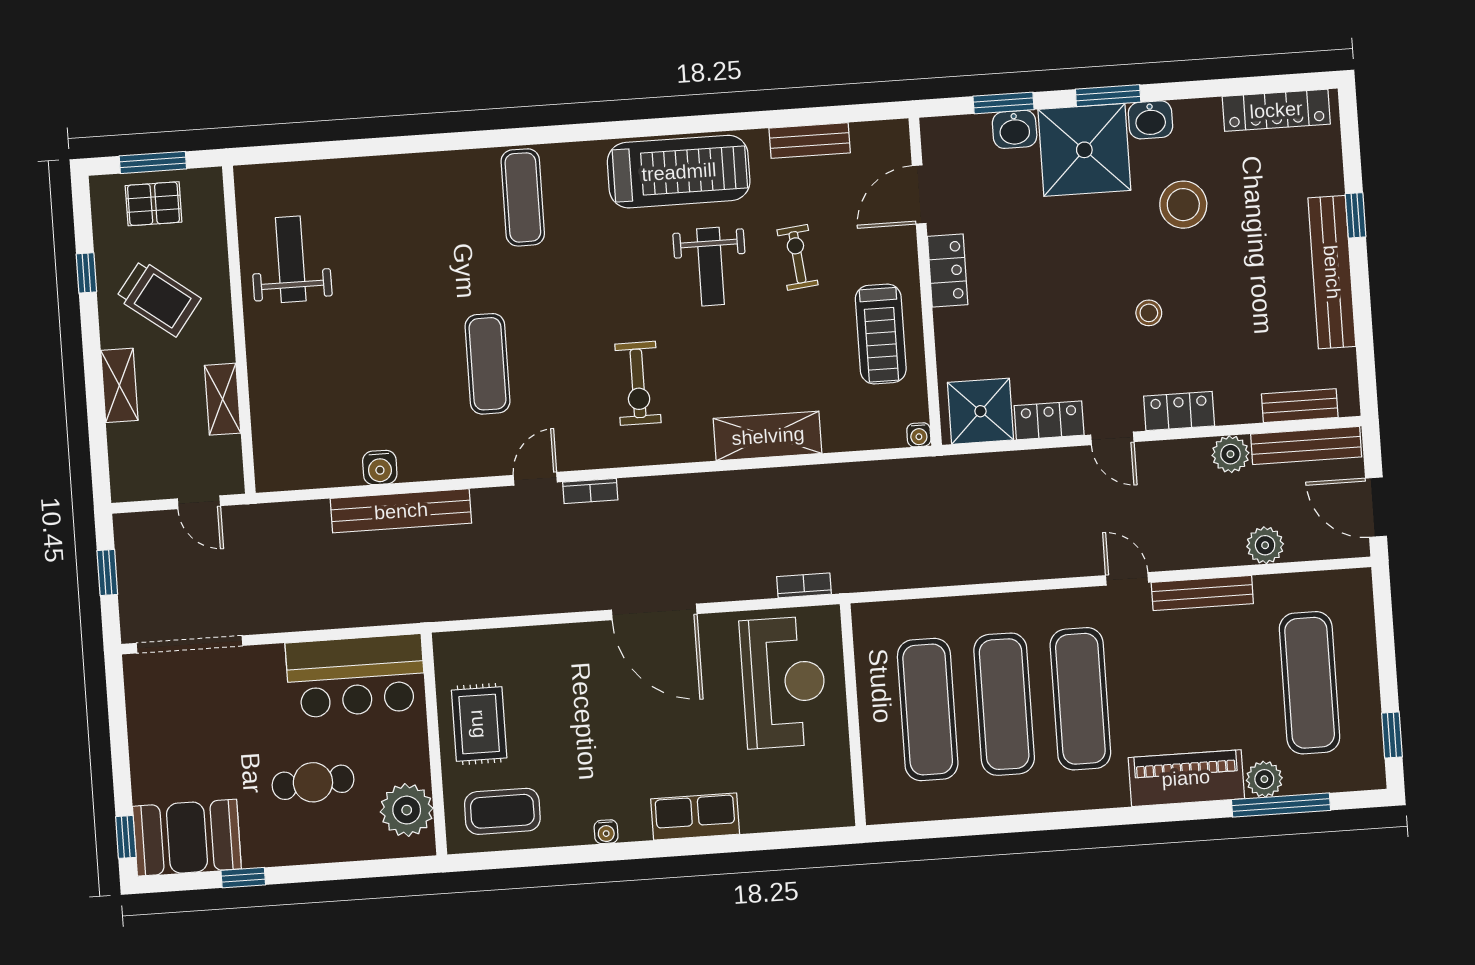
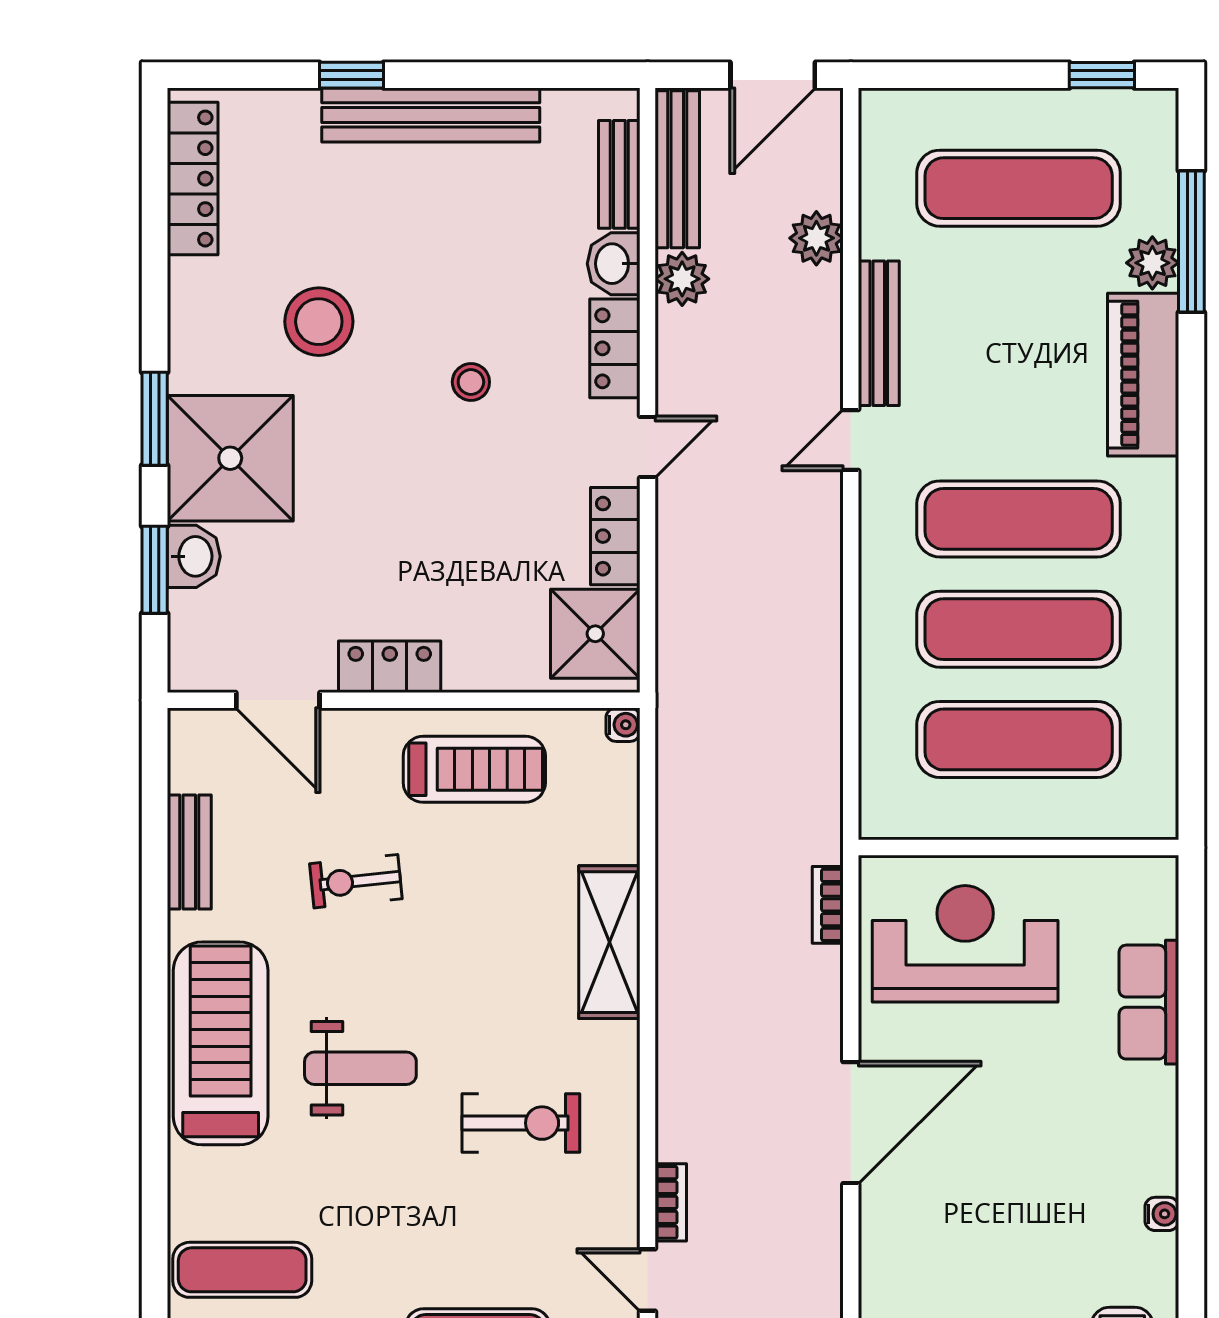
washbasin: (1150, 120) -> (614, 264), moved, turned 180
weight bench: (710, 267) -> (360, 1068), moved
row of seats: (695, 816) -> (1149, 1002), moved

